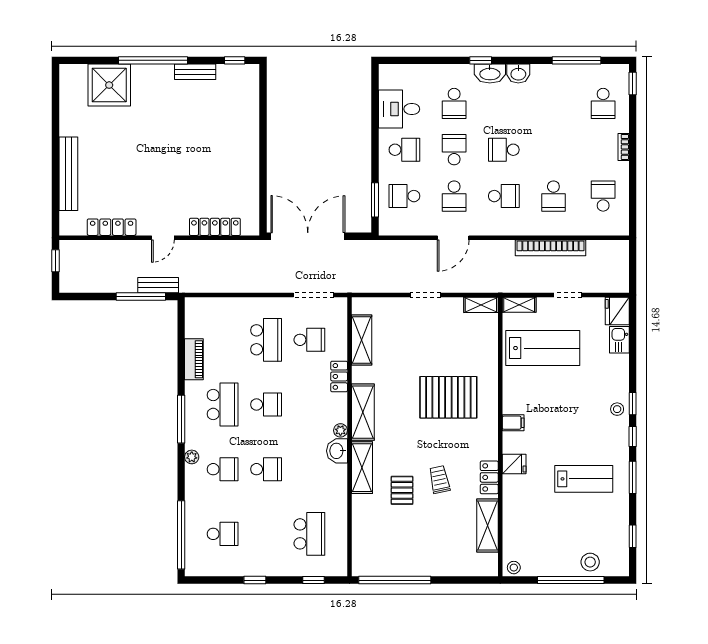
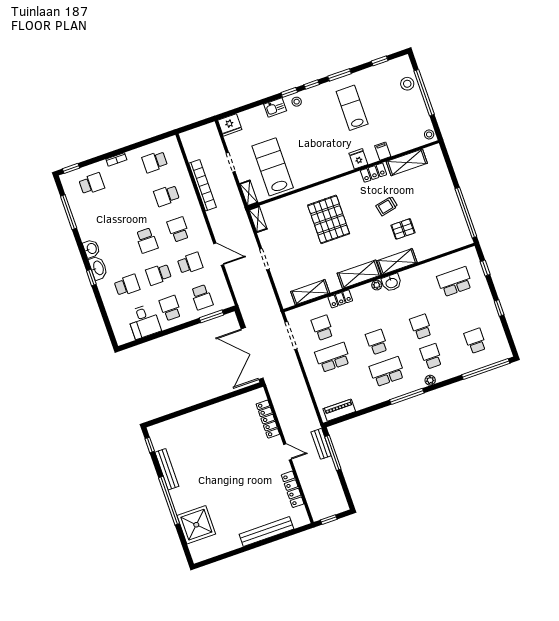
bench: (195, 72) -> (167, 469), width x1.36
school desk: (553, 196) -> (167, 196), turned 180
kitchen sink: (619, 340) -> (275, 107), moved
piano: (194, 359) -> (339, 410), moved
filing cabinet: (513, 423) -> (383, 151), moved

